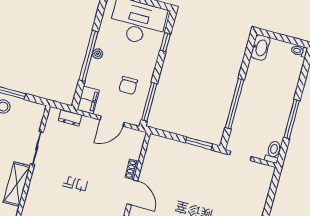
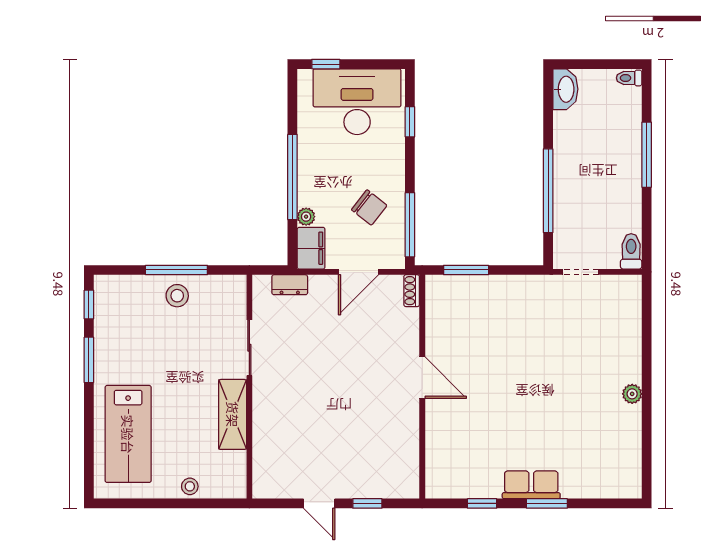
plant: (98, 54) -> (306, 217), moved
chair: (128, 85) -> (369, 208), turned -52
window: (292, 119) -> (647, 155), moved
window: (199, 143) -> (466, 270), moved
shoe rack: (132, 169) -> (412, 291), moved

